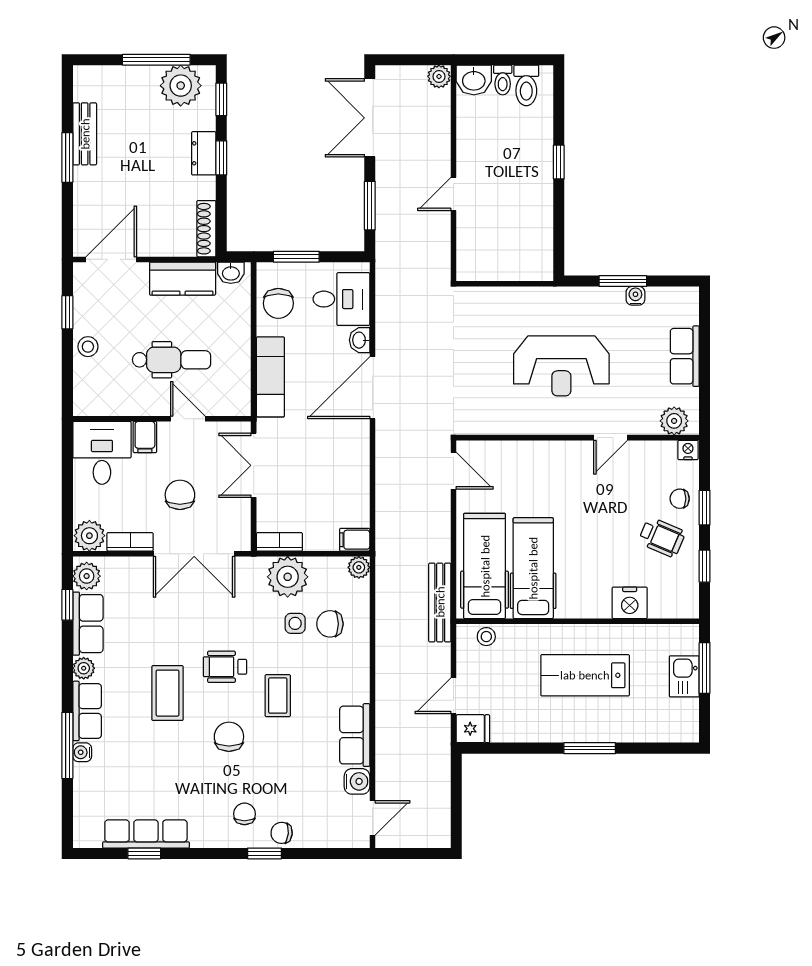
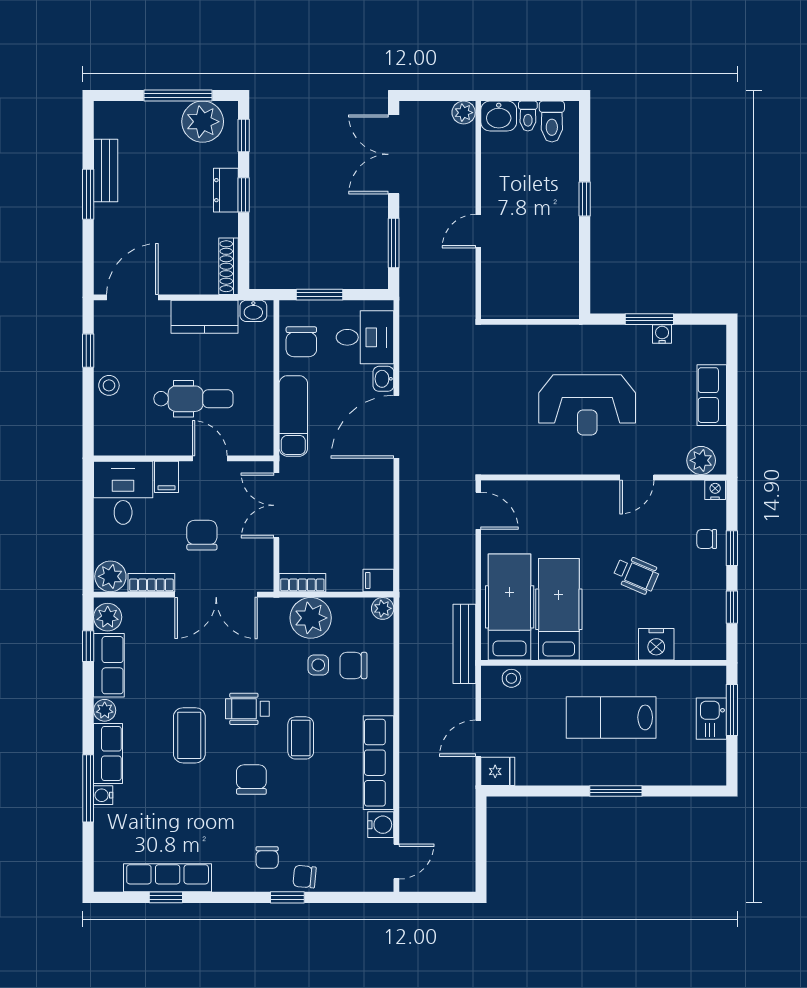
wheelchair: (662, 537) -> (636, 575), moved
row of seats: (355, 735) -> (378, 763), width x1.48
chair: (244, 814) -> (267, 857), turned 180

